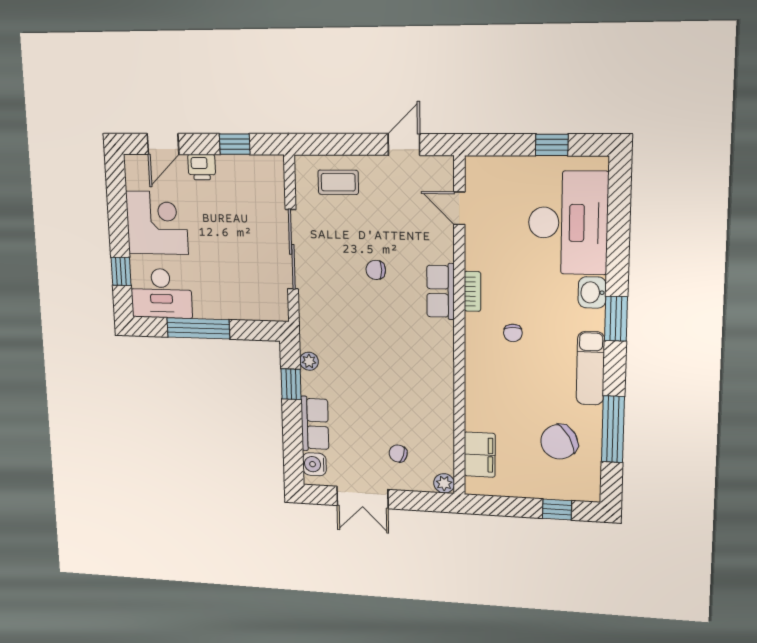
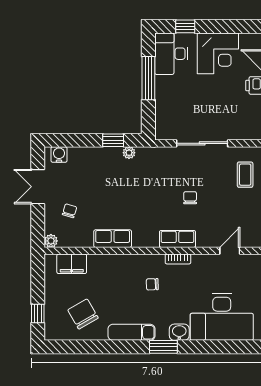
row of seats: (315, 424) -> (113, 239), moved, turned 180
window: (613, 429) -> (93, 347), removed

